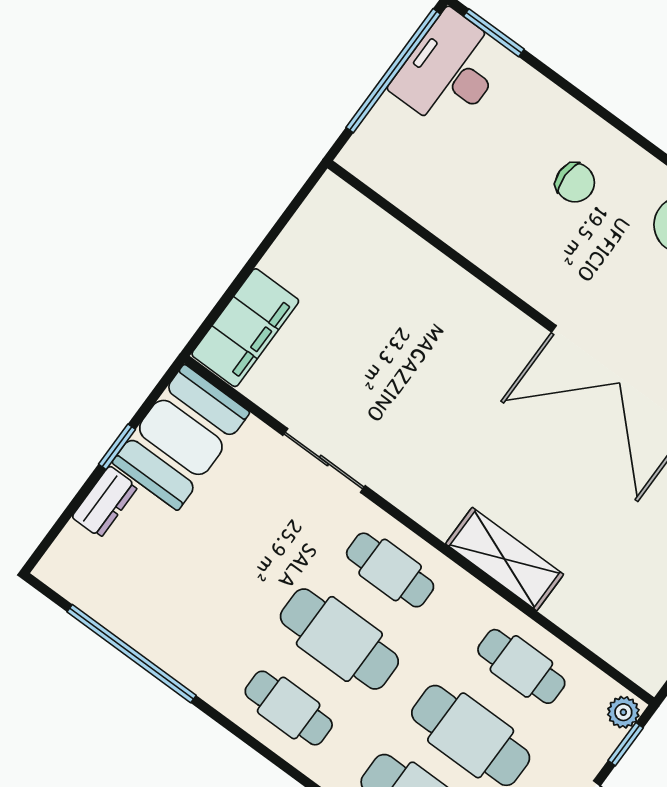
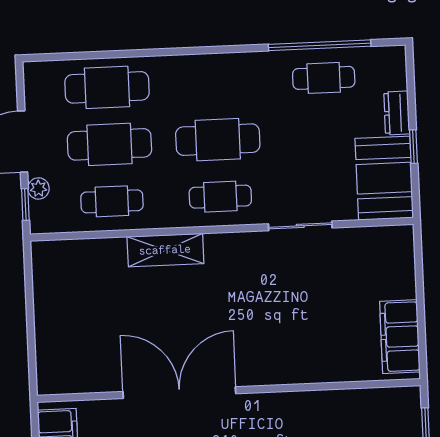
filing cabinet: (245, 328) -> (400, 337), moved
cafe table: (289, 708) -> (324, 78), moved
plant: (623, 712) -> (38, 188), moved

